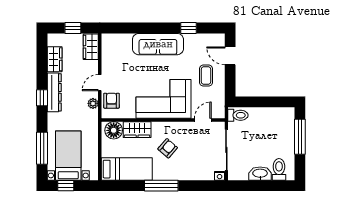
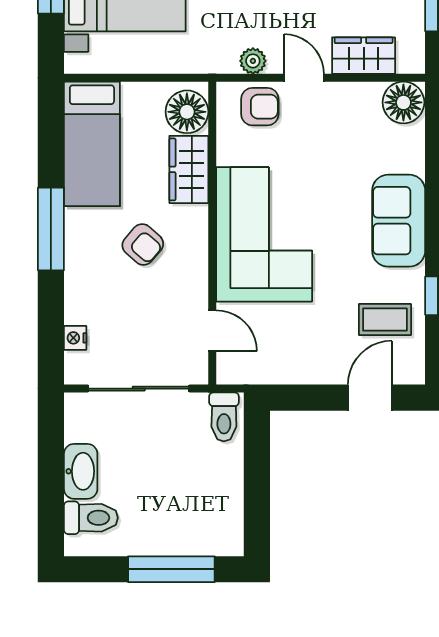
floor lamp: (110, 42) -> (403, 102), added
sofa: (158, 44) -> (399, 221), width x0.73
wardrobe: (91, 47) -> (364, 56), moved
coffee table: (206, 76) -> (385, 319), moved
nightstand: (220, 176) -> (75, 338), moved

